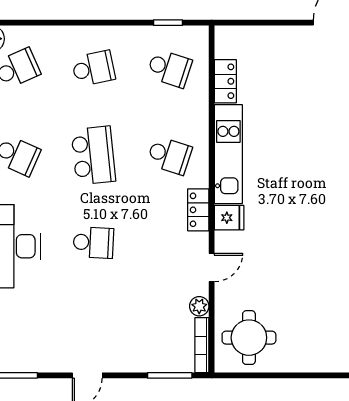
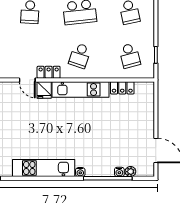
school desk: (169, 68) -> (130, 56), turned -33
door: (212, 267) -> (27, 80), moved

